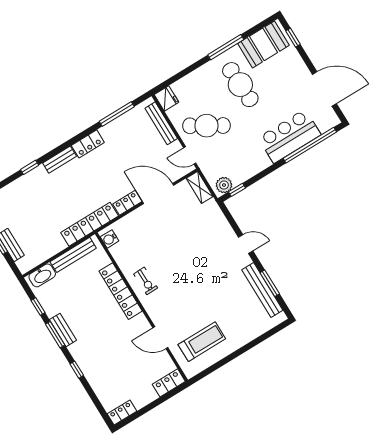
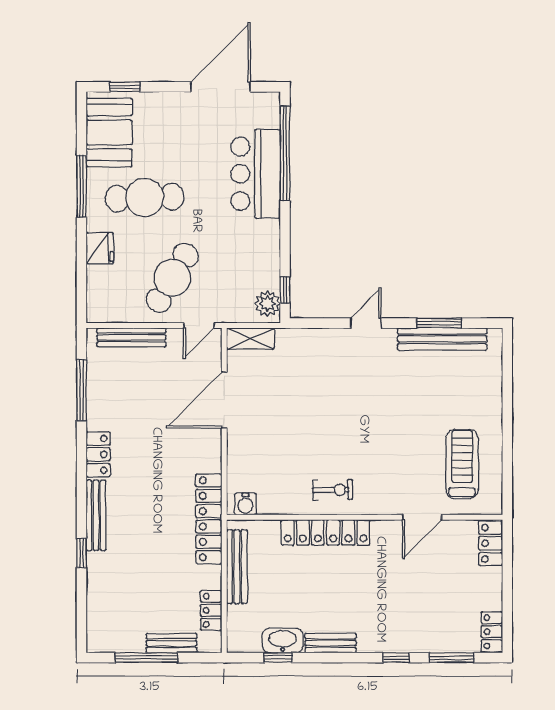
fridge: (167, 98) -> (100, 248), moved, turned 90
bench: (60, 160) -> (96, 515), width x1.36
locker: (127, 203) -> (211, 610), moved
washbasin: (42, 275) -> (283, 641), moved, turned -90
window: (55, 335) -> (452, 658), moved

